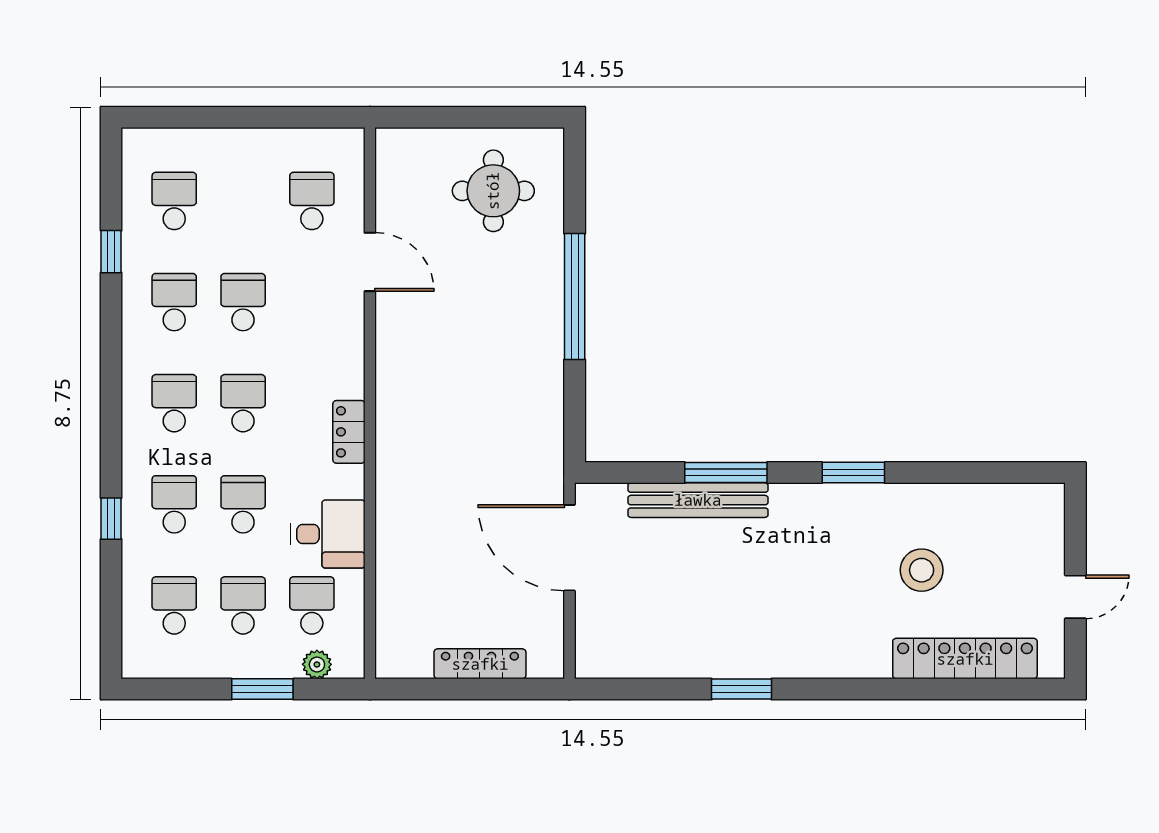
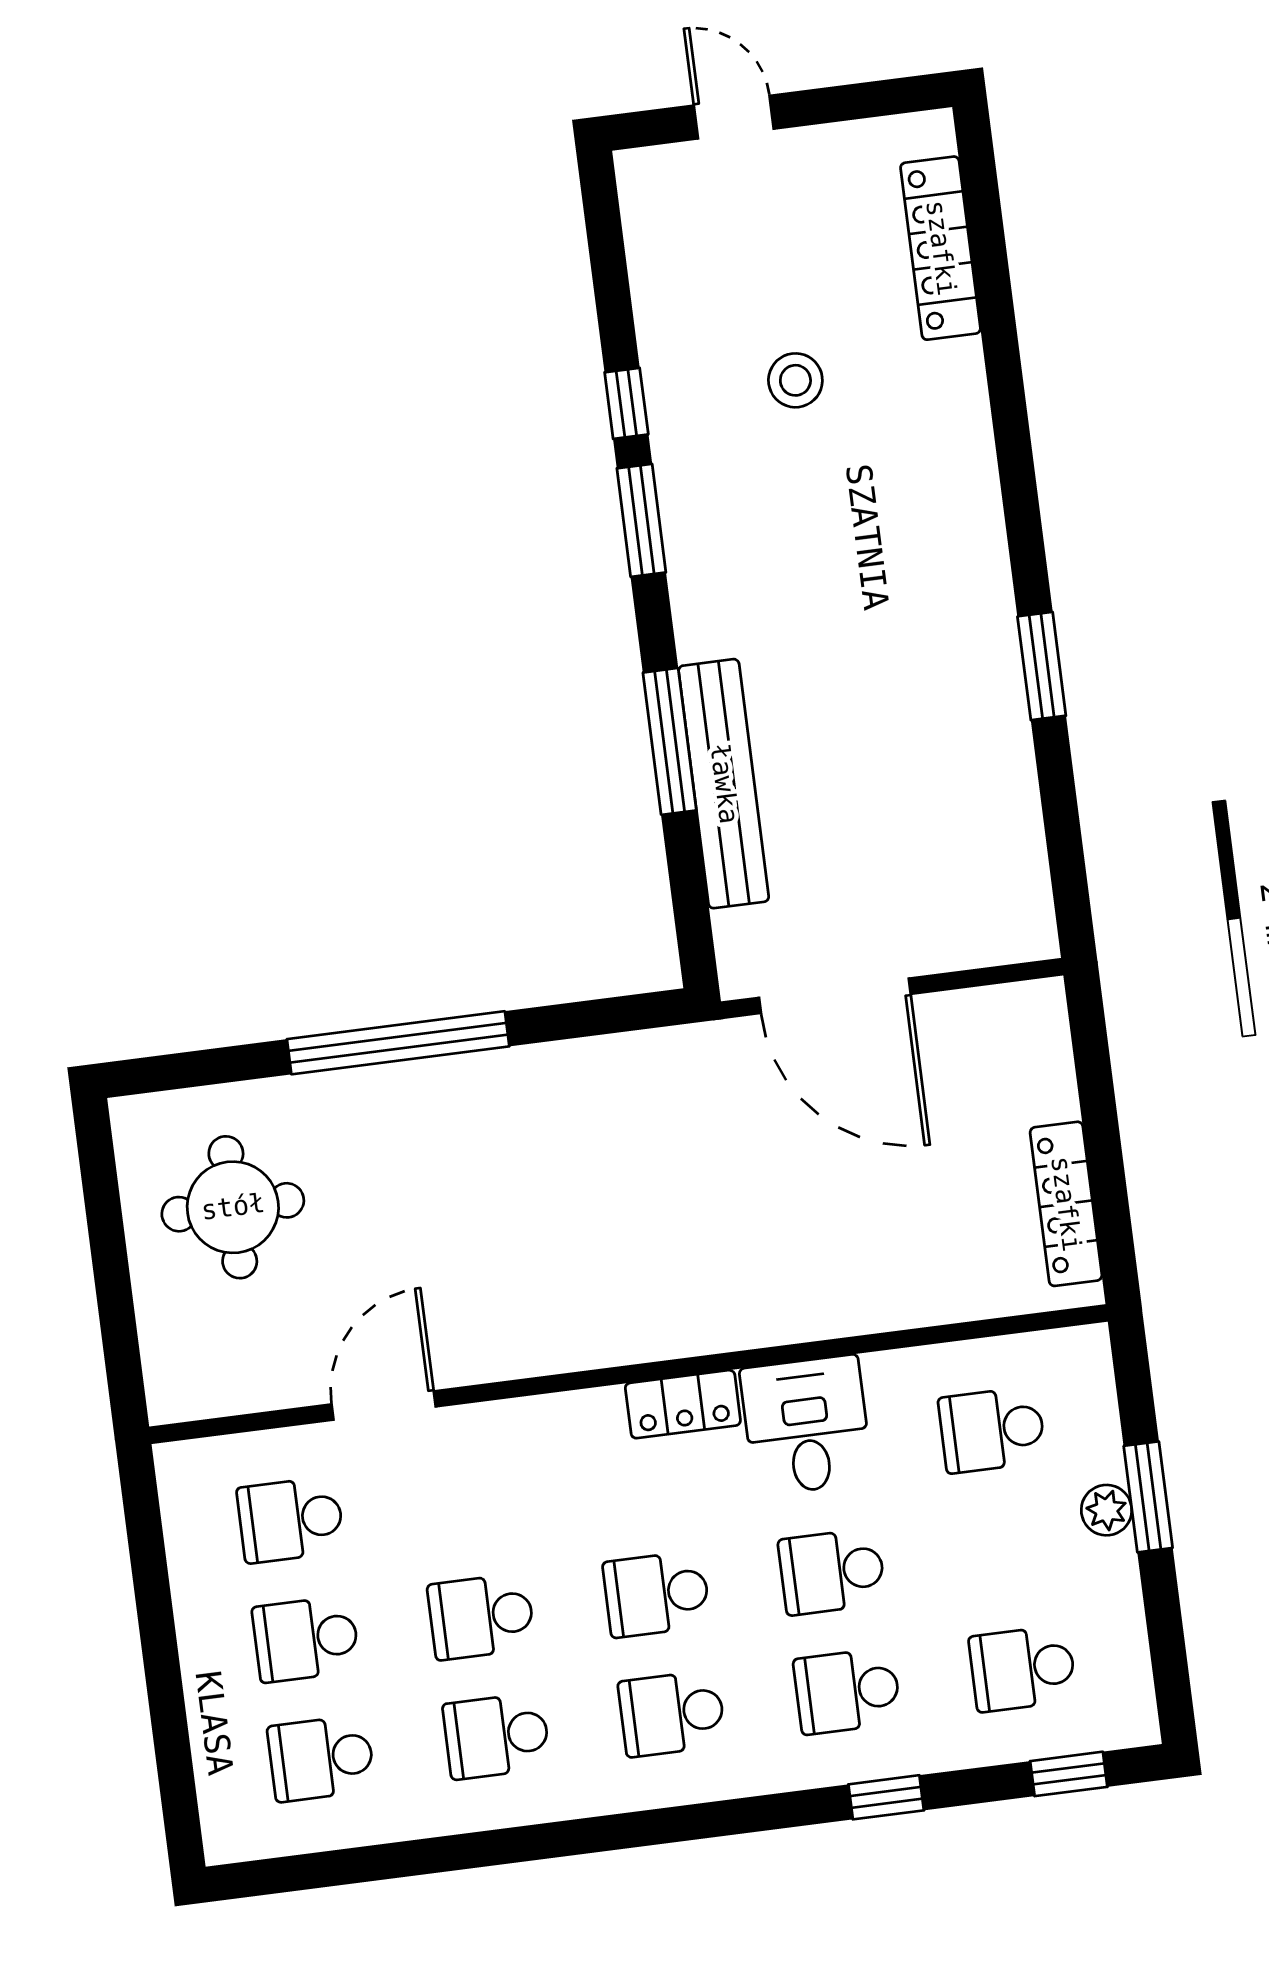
window: (111, 252) -> (1069, 1774), moved
window: (921, 473) -> (626, 403), added
desk: (328, 534) -> (806, 1425), moved
door: (570, 548) -> (835, 996), hinge flipped
stool: (922, 570) -> (795, 380), width x0.73, depth x0.73
door: (1075, 597) -> (734, 117), moved
school desk: (243, 605) -> (306, 1639), moved
locker: (965, 659) -> (941, 248), width x0.71, depth x0.83
plant: (317, 664) -> (1106, 1510), moved
locker: (480, 664) -> (1066, 1204), moved

